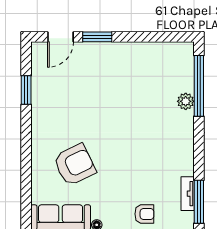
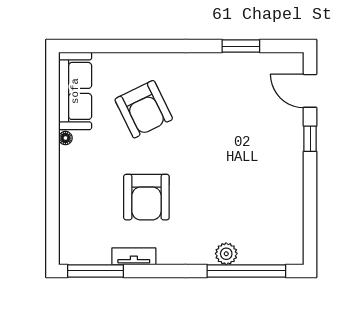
window: (97, 37) -> (310, 139), width x0.67
tv unit: (188, 194) -> (134, 256), moved
armchair: (144, 214) -> (146, 197), moved, width x1.88, depth x1.88

